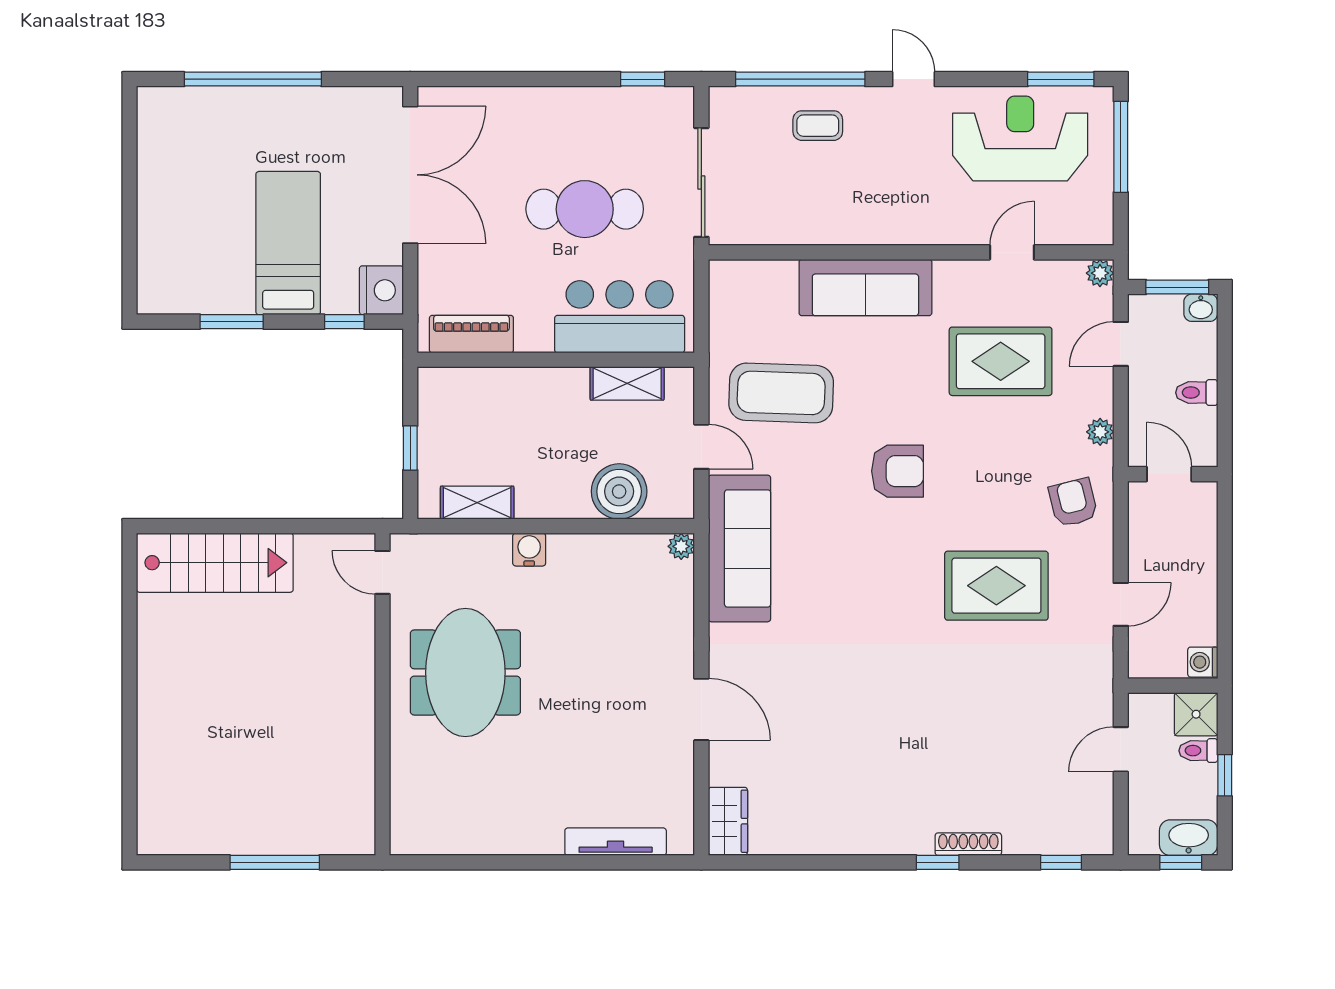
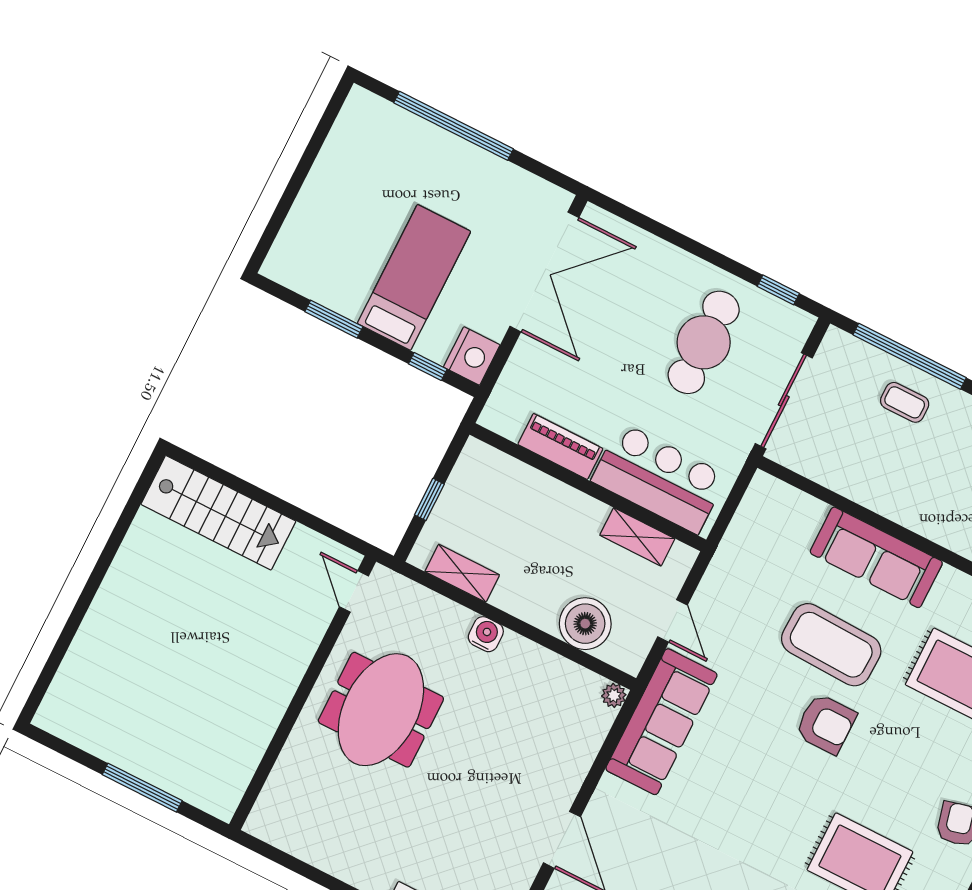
cafe table: (585, 209) -> (704, 342), moved, turned 90
piano: (471, 334) -> (560, 446), moved
coffee table: (781, 393) -> (831, 645), moved

